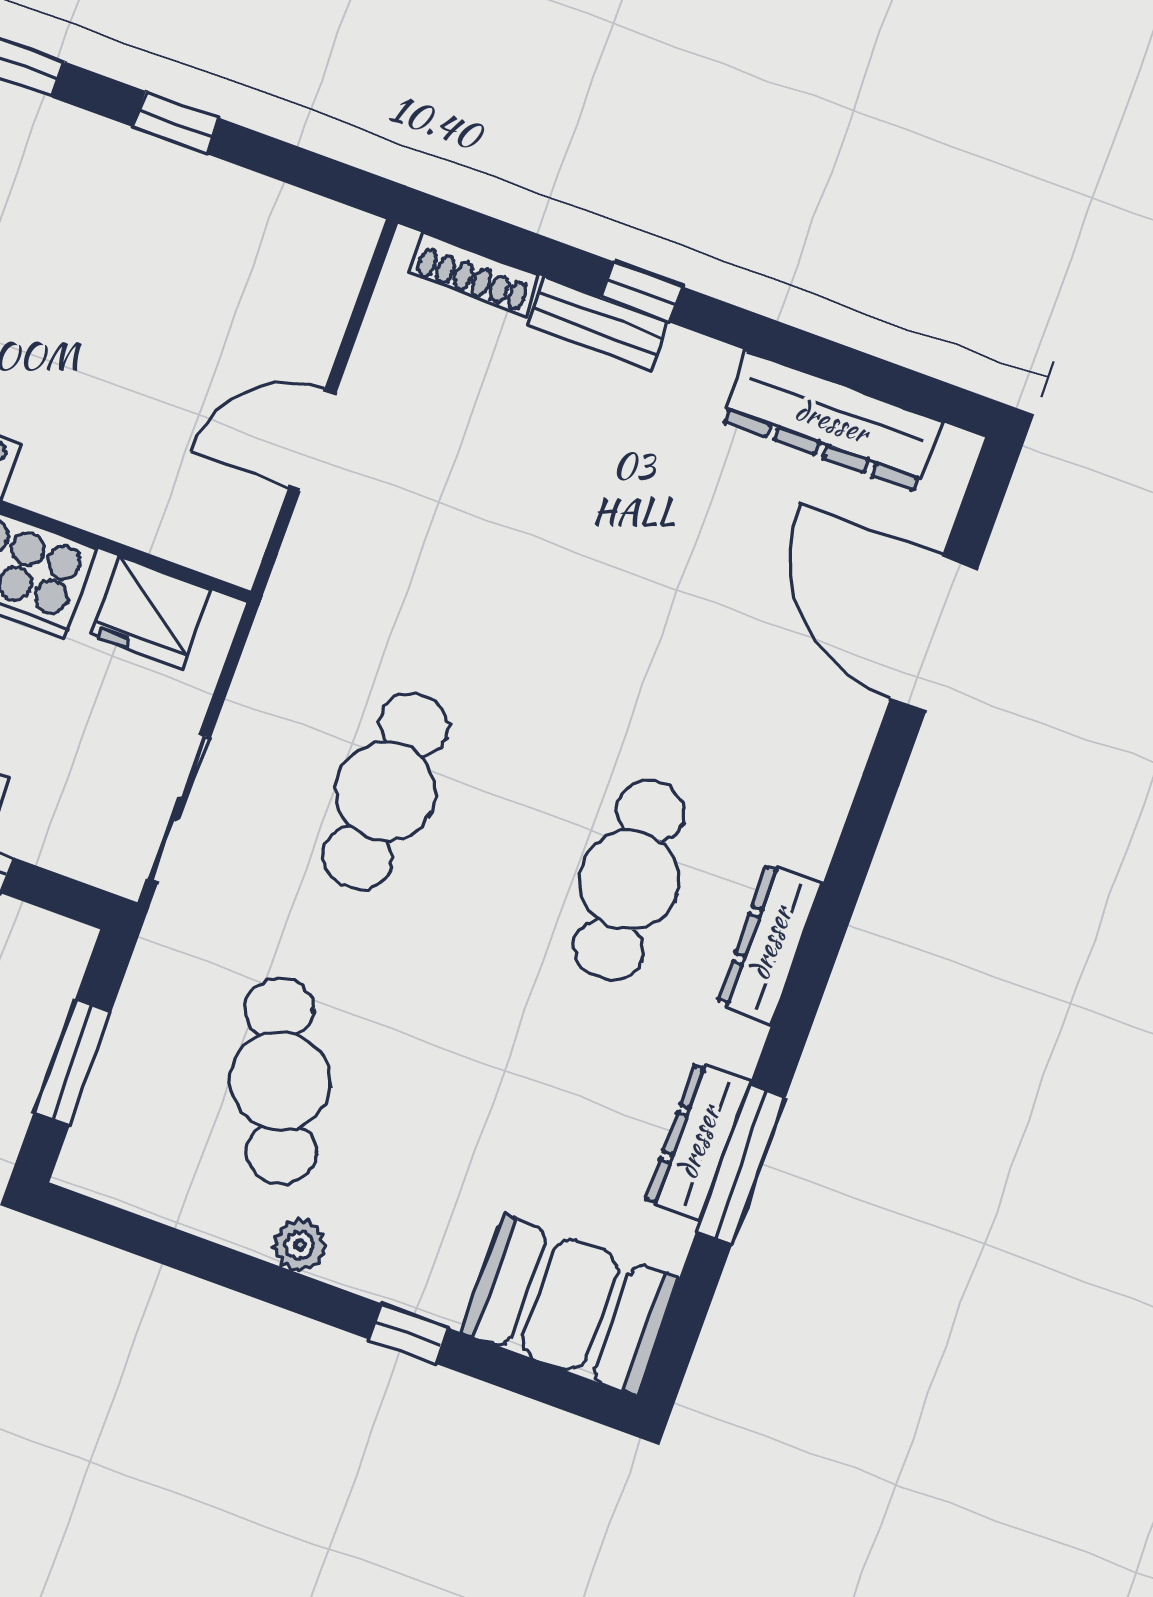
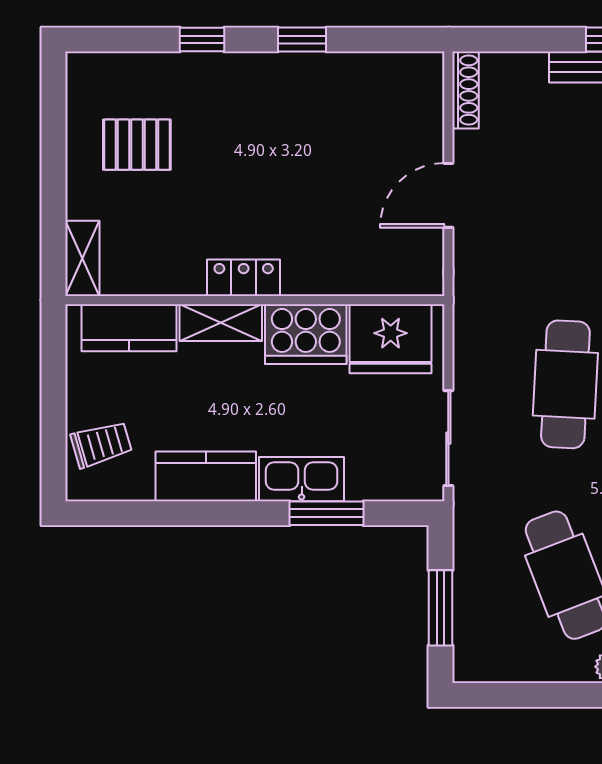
shoe rack: (474, 274) -> (466, 90), moved, turned -90
fridge: (150, 612) -> (391, 339), width x1.36, depth x1.34

